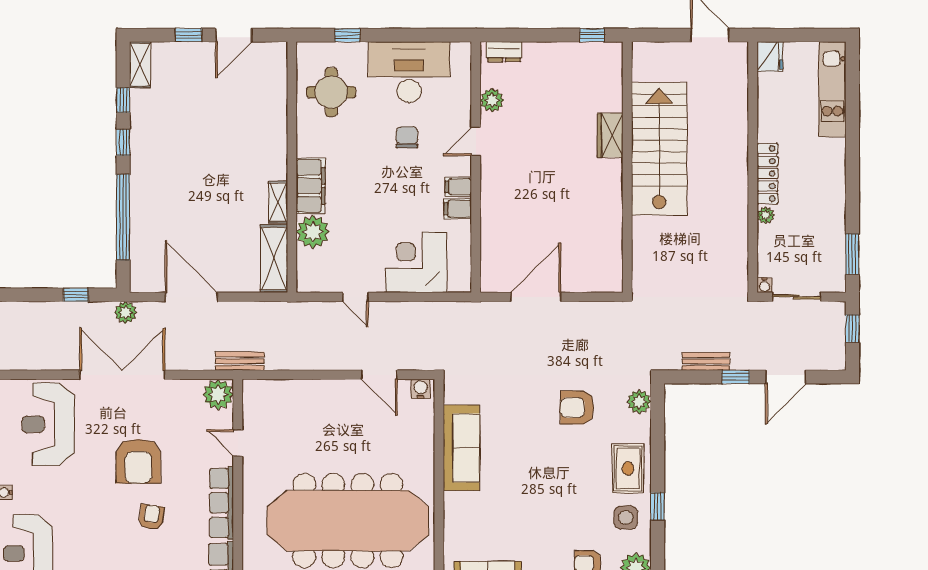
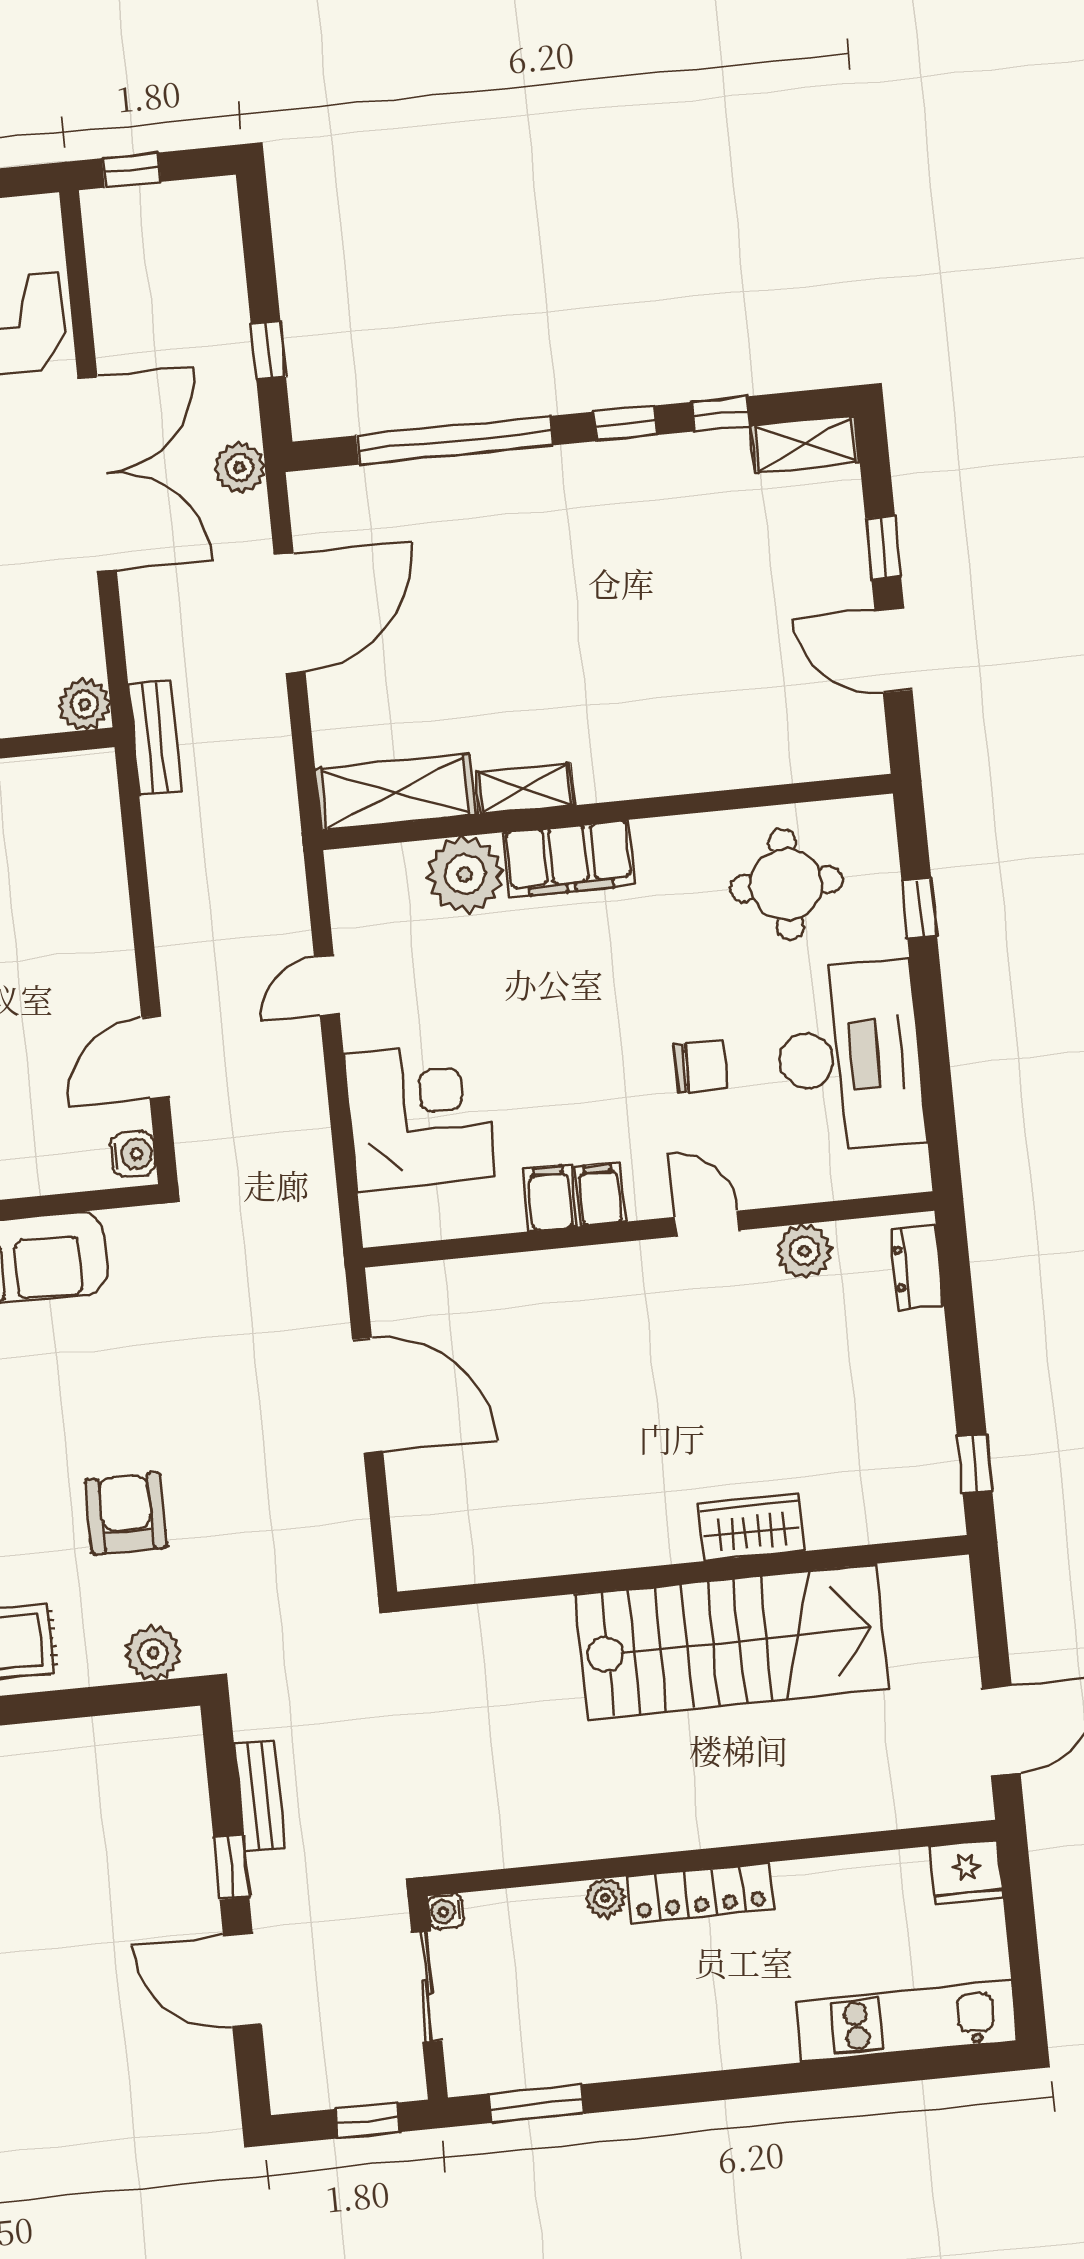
plant: (218, 394) -> (85, 704), width x0.73, depth x0.73

